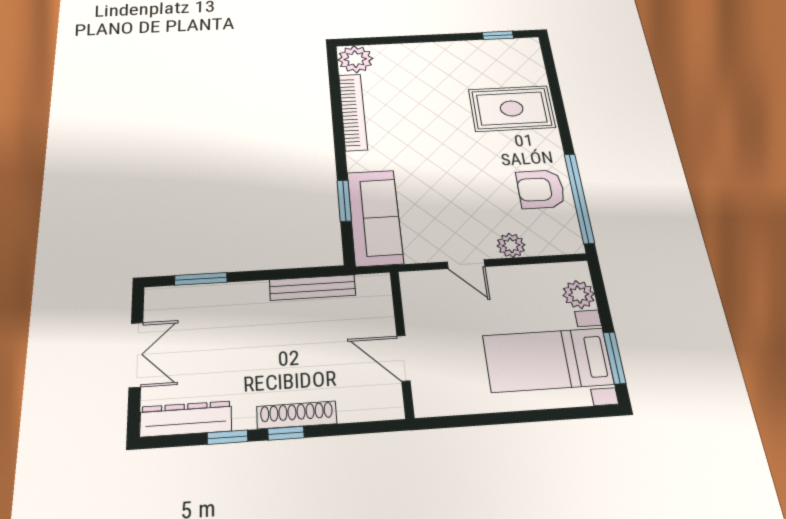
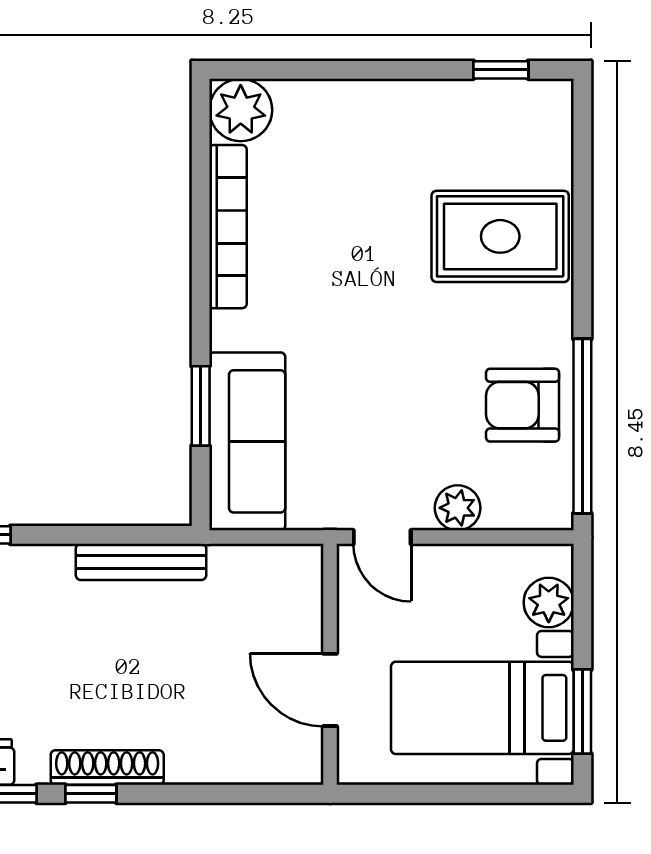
wall: (402, 343) -> (330, 664), moved
door: (403, 358) -> (330, 690), moved

